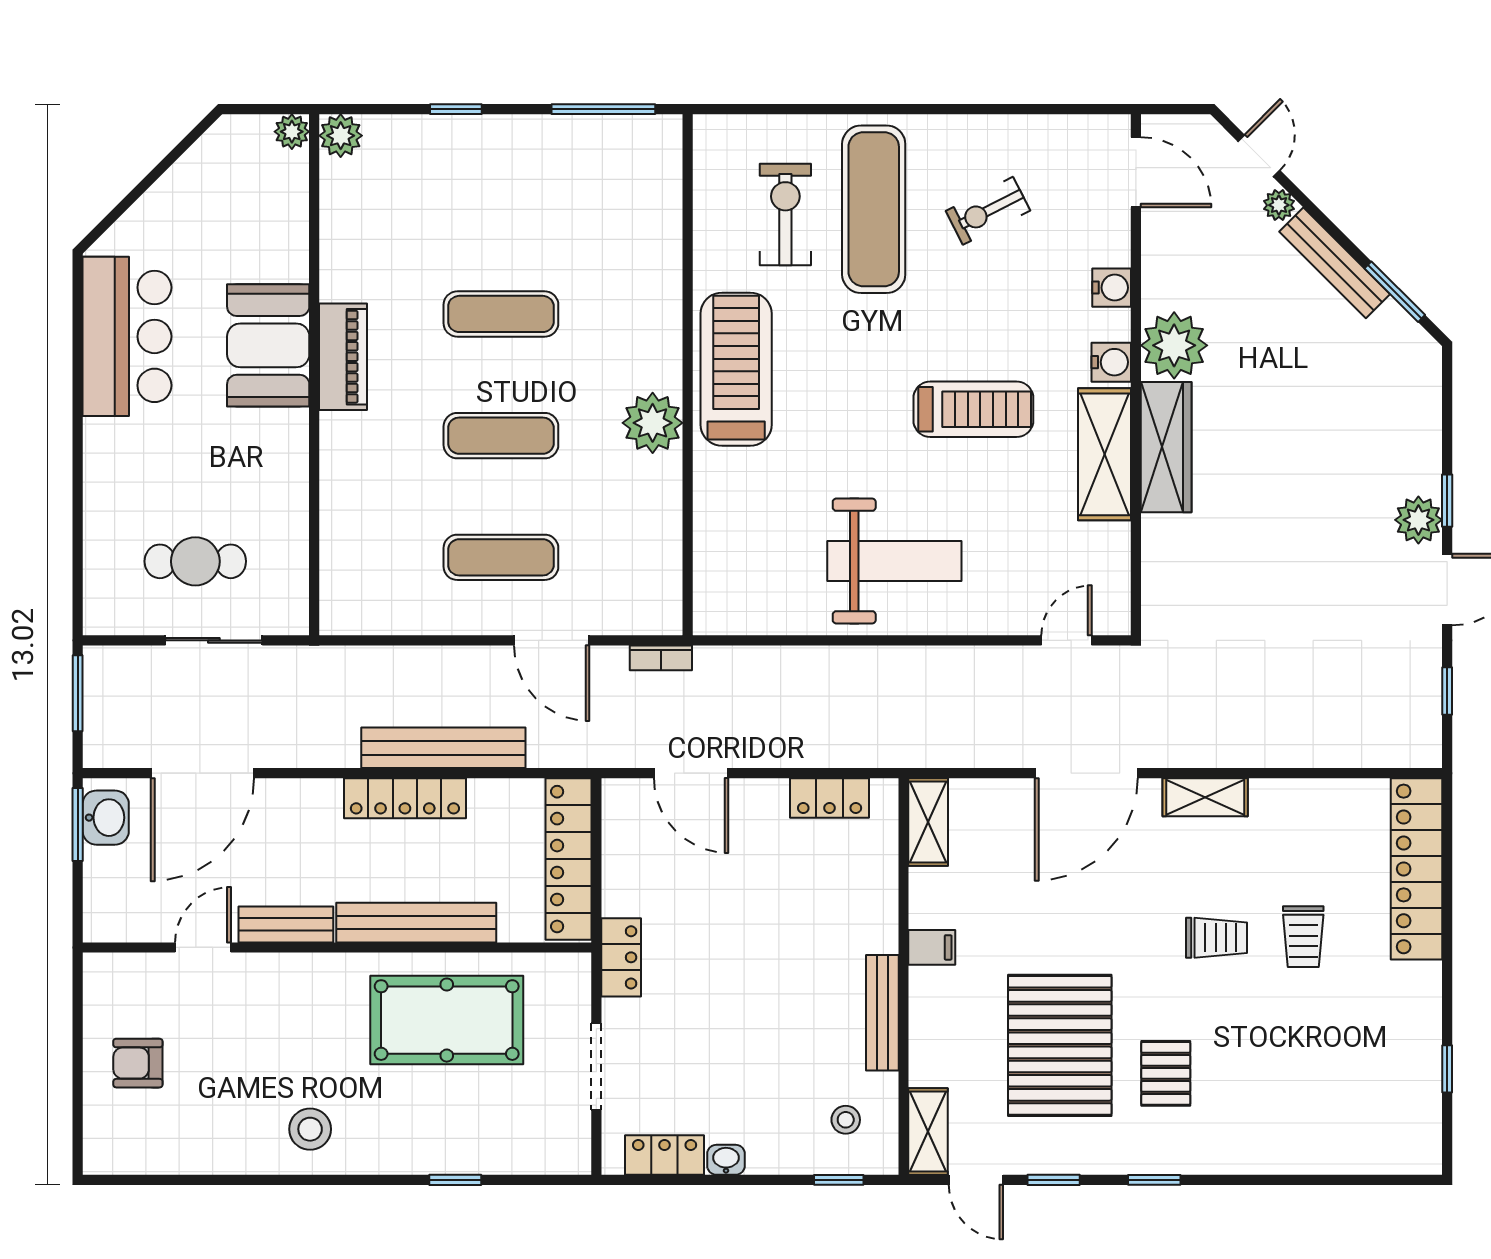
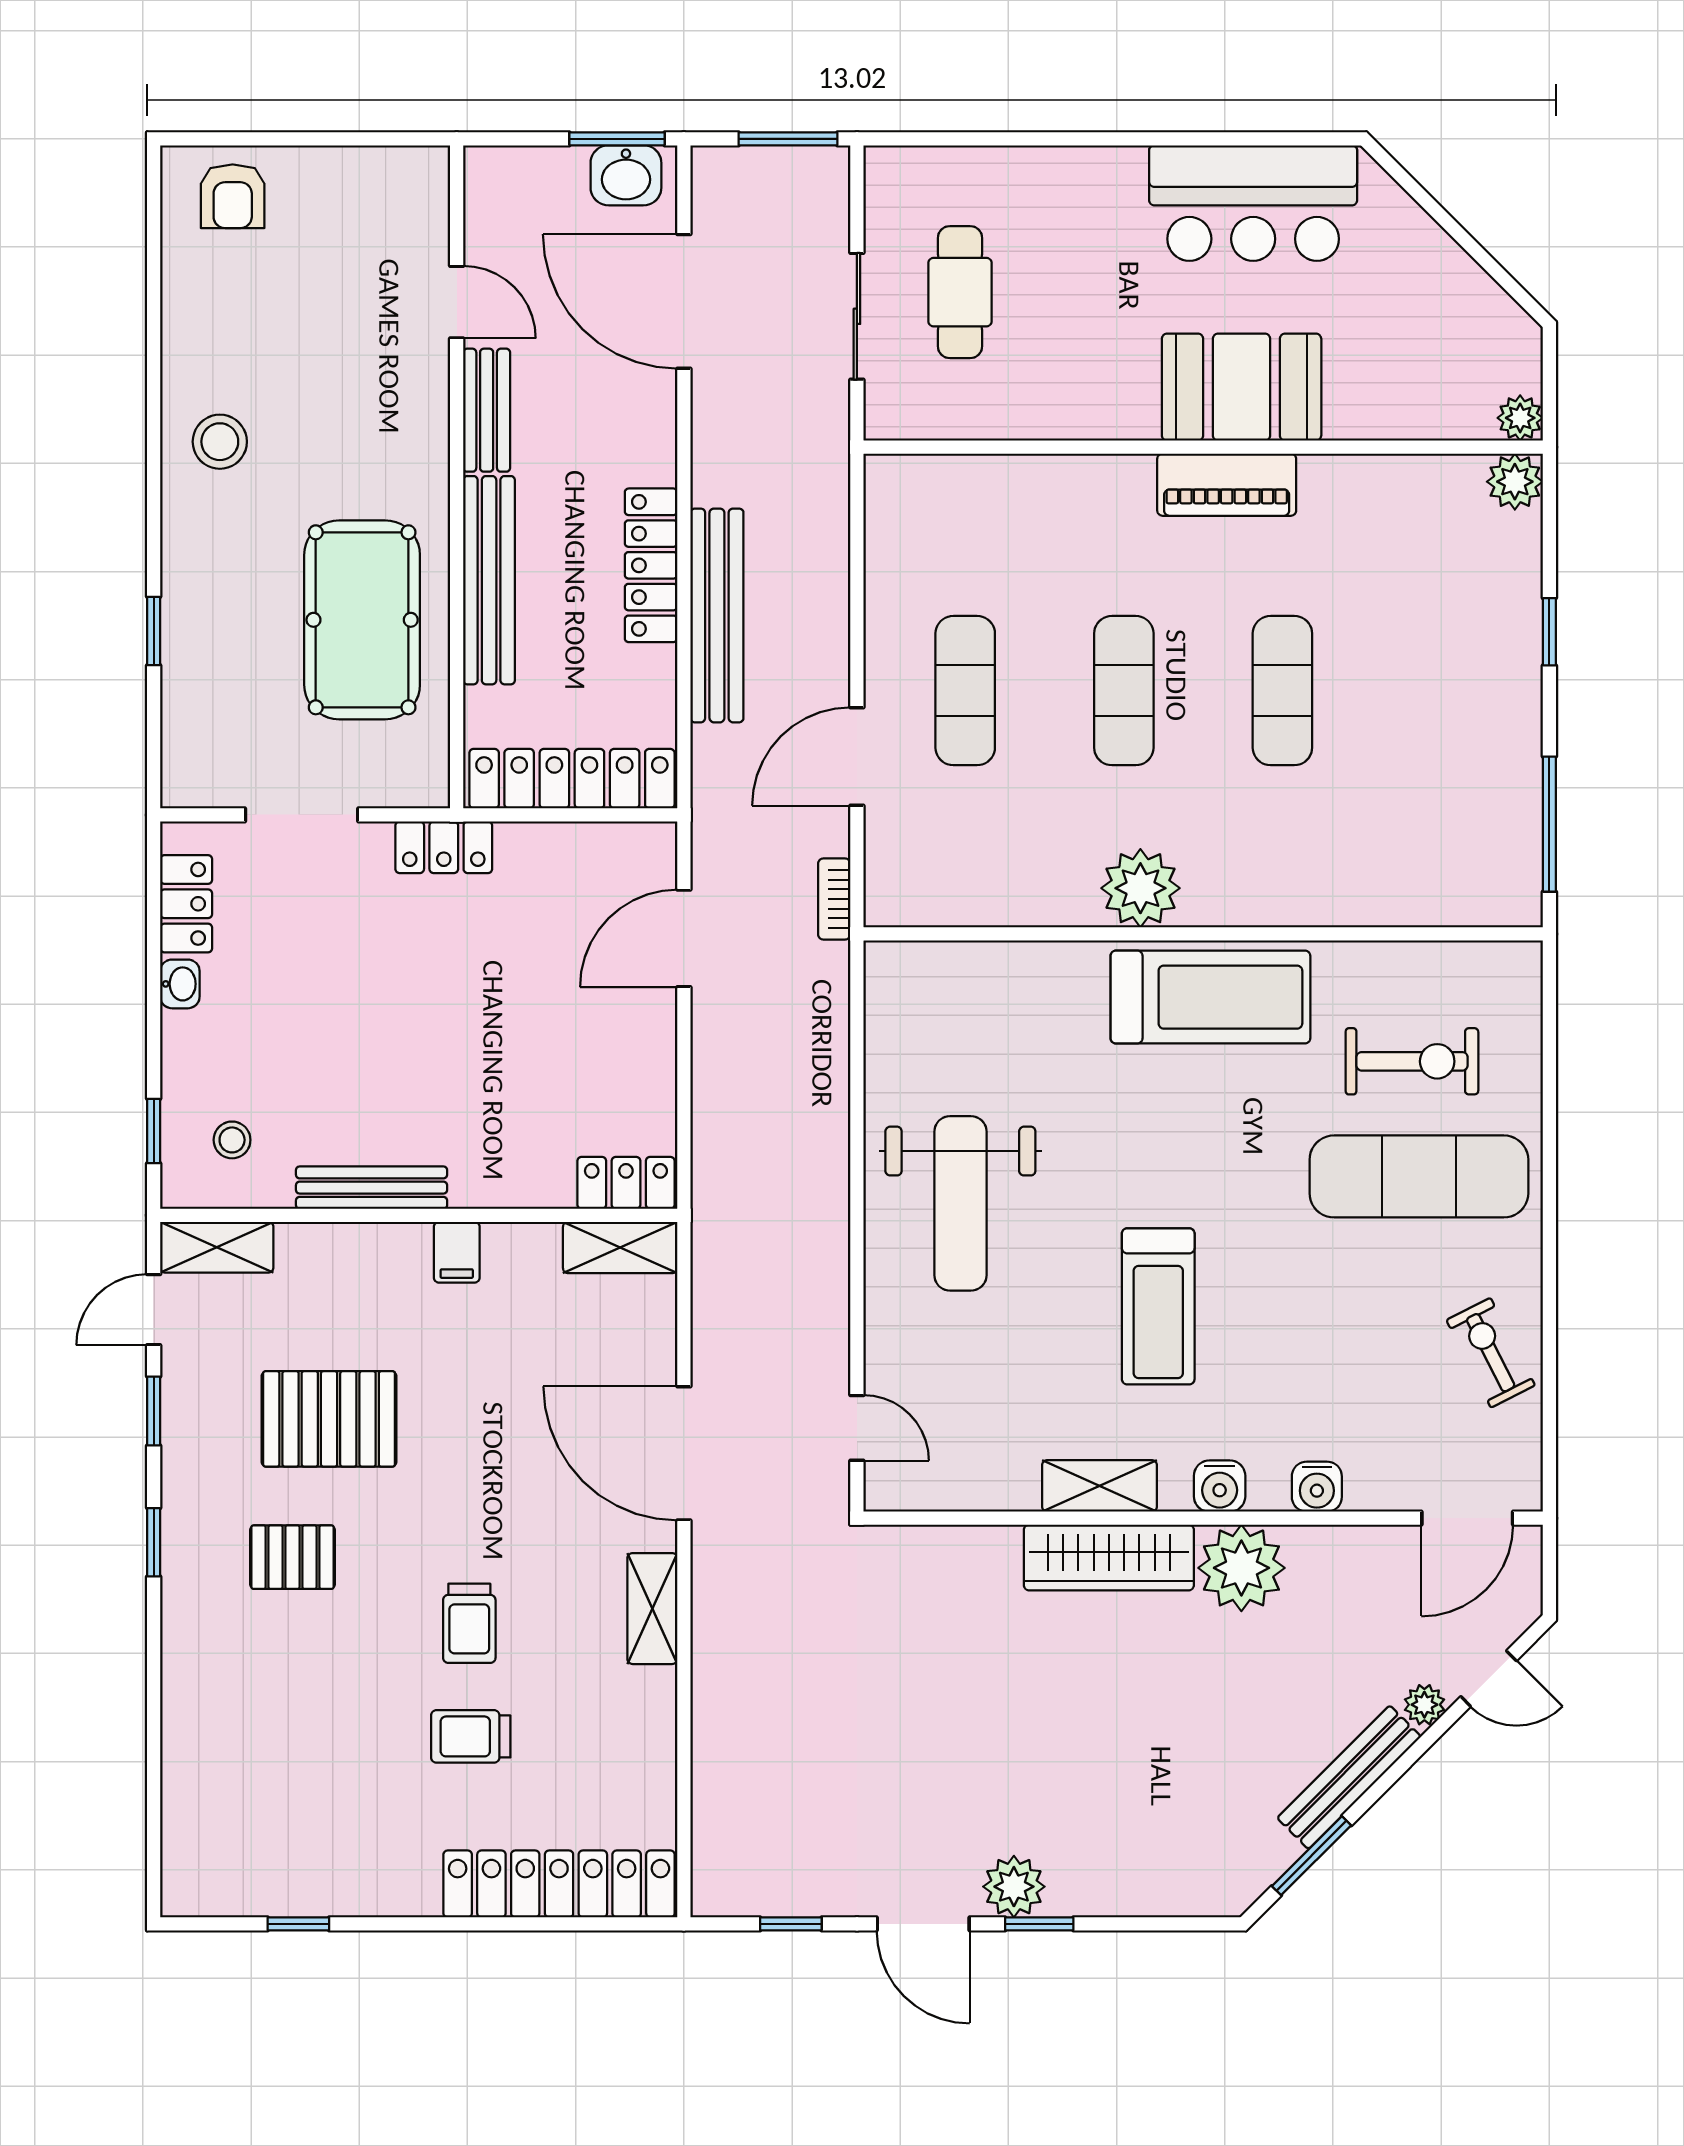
exercise bike: (988, 211) -> (1491, 1353), moved
shelving: (1104, 454) -> (1100, 1486), width x0.67, depth x0.75
locker: (830, 798) -> (626, 1183), moved, turned 90
pallet: (1060, 1045) -> (329, 1419), width x0.73, depth x0.71
armchair: (138, 1063) -> (233, 196), moved, turned 180

